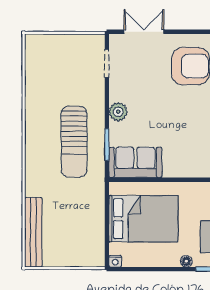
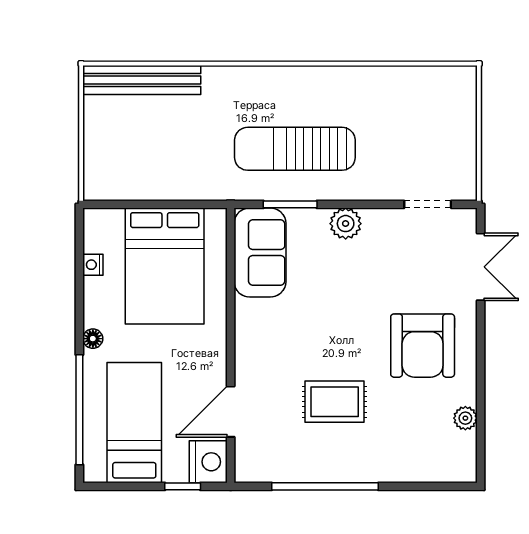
nightstand: (115, 261) -> (93, 265), moved

